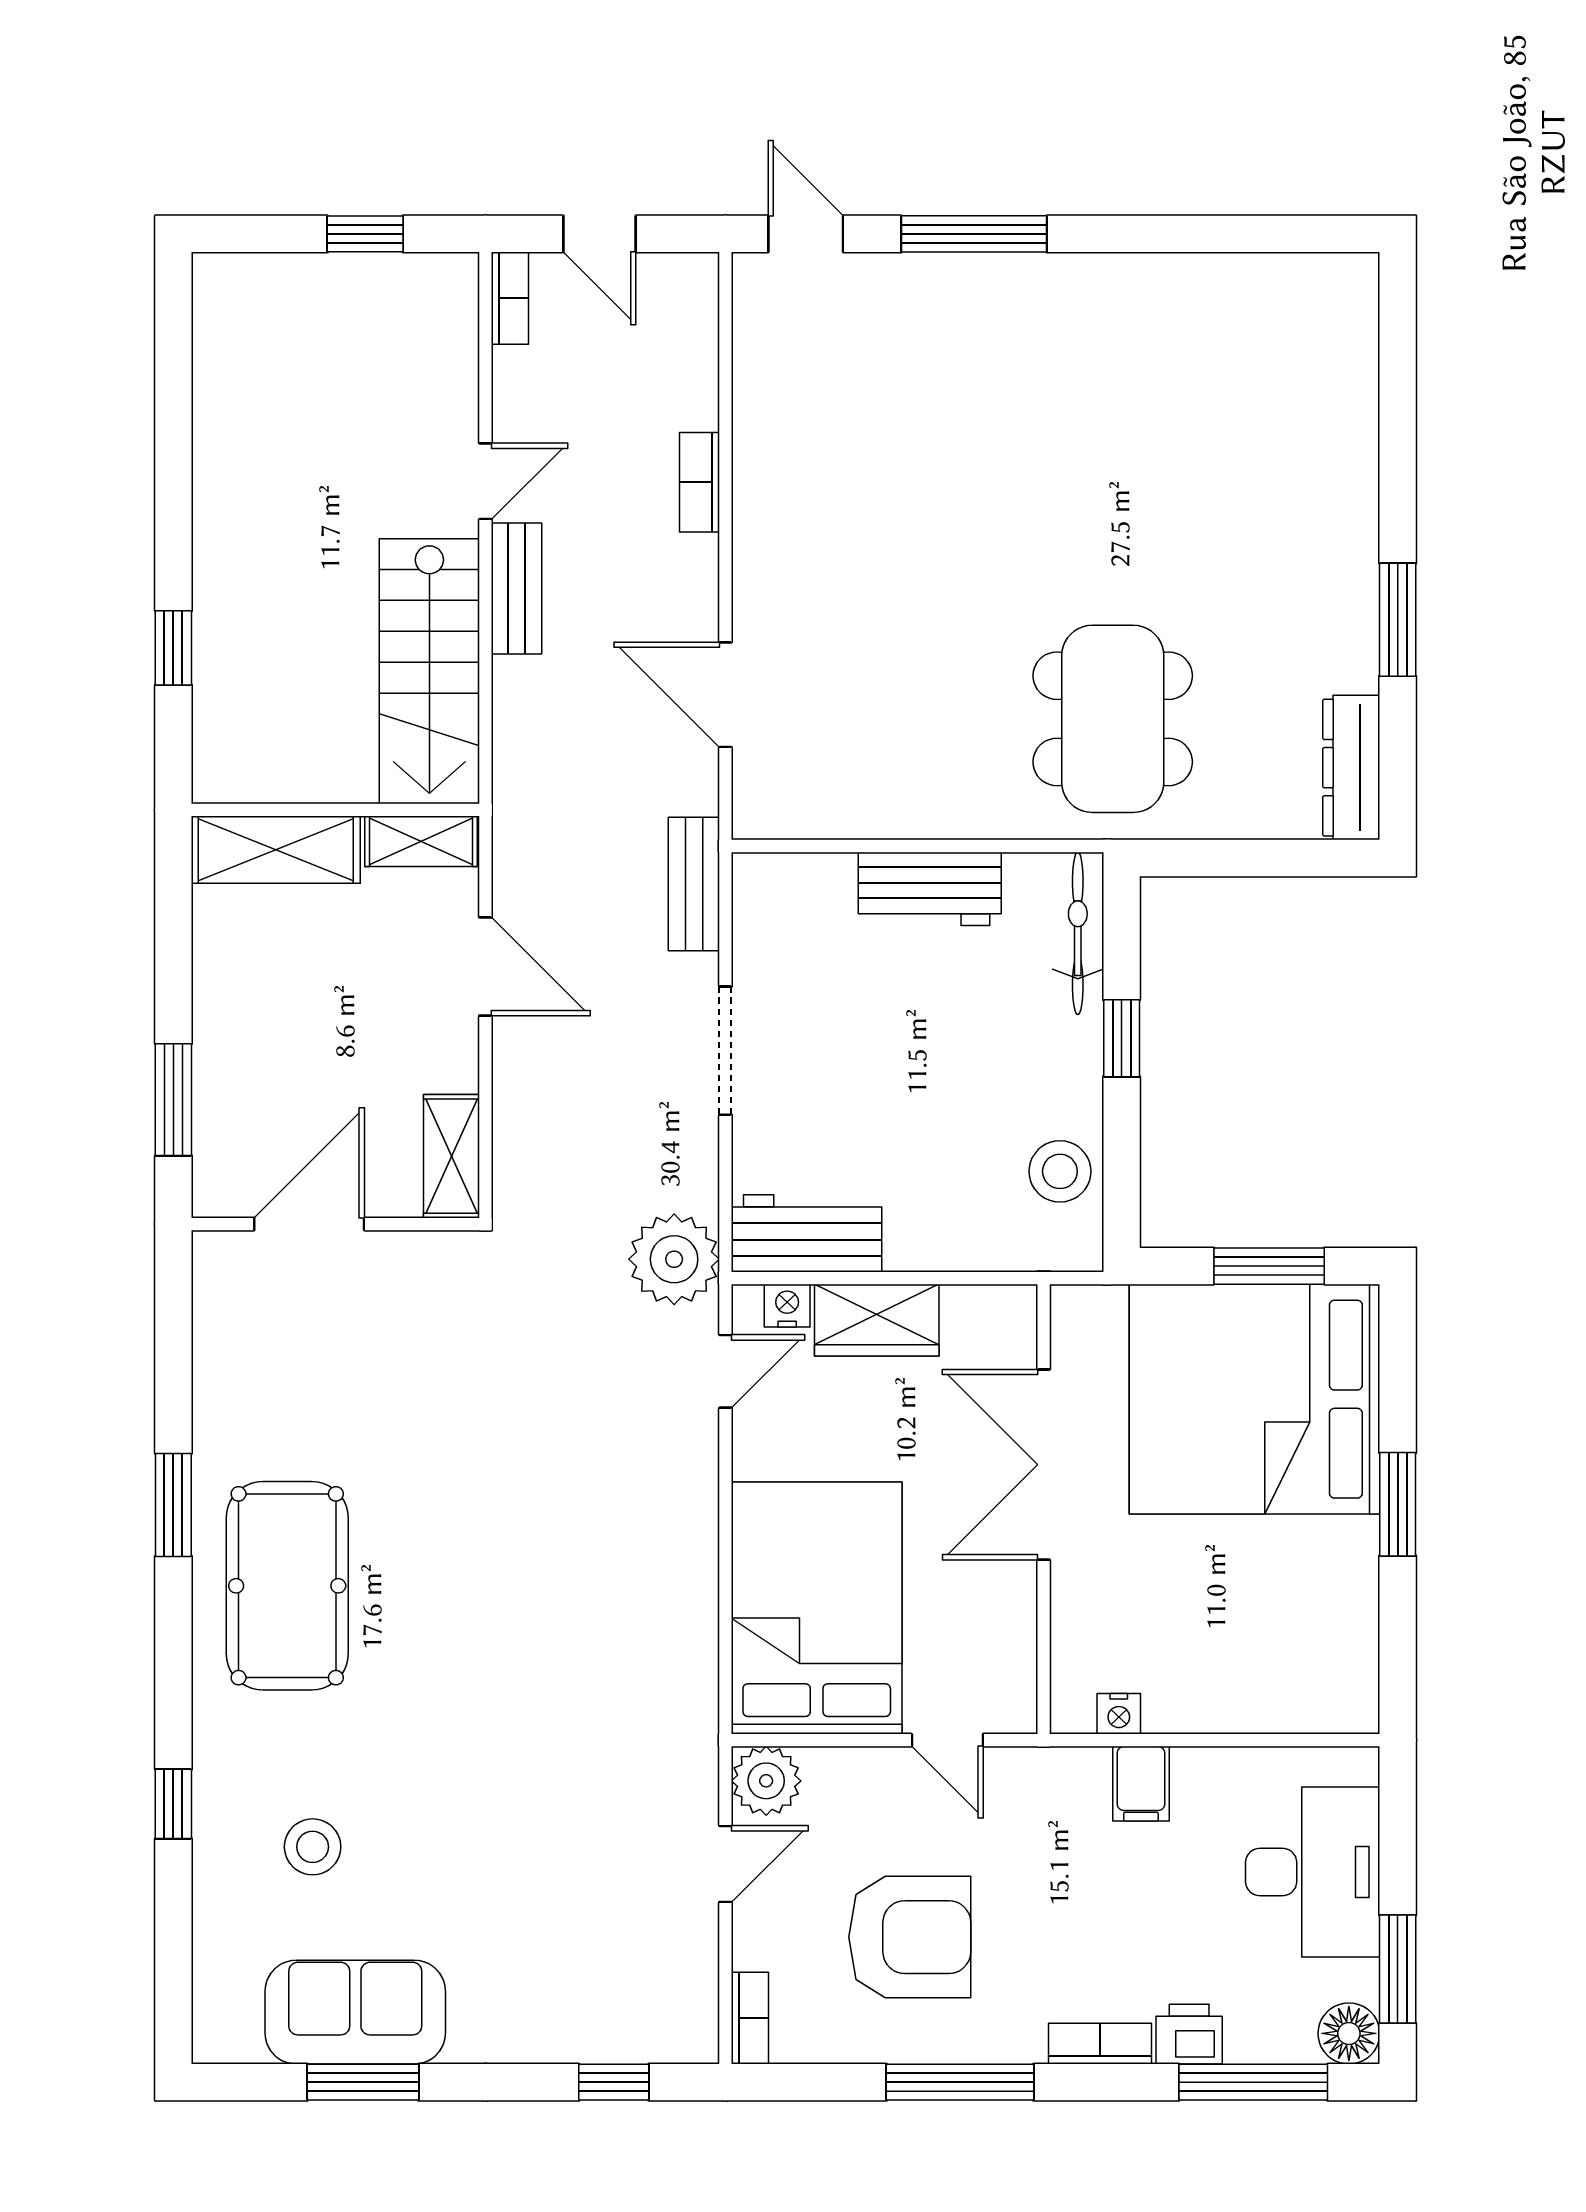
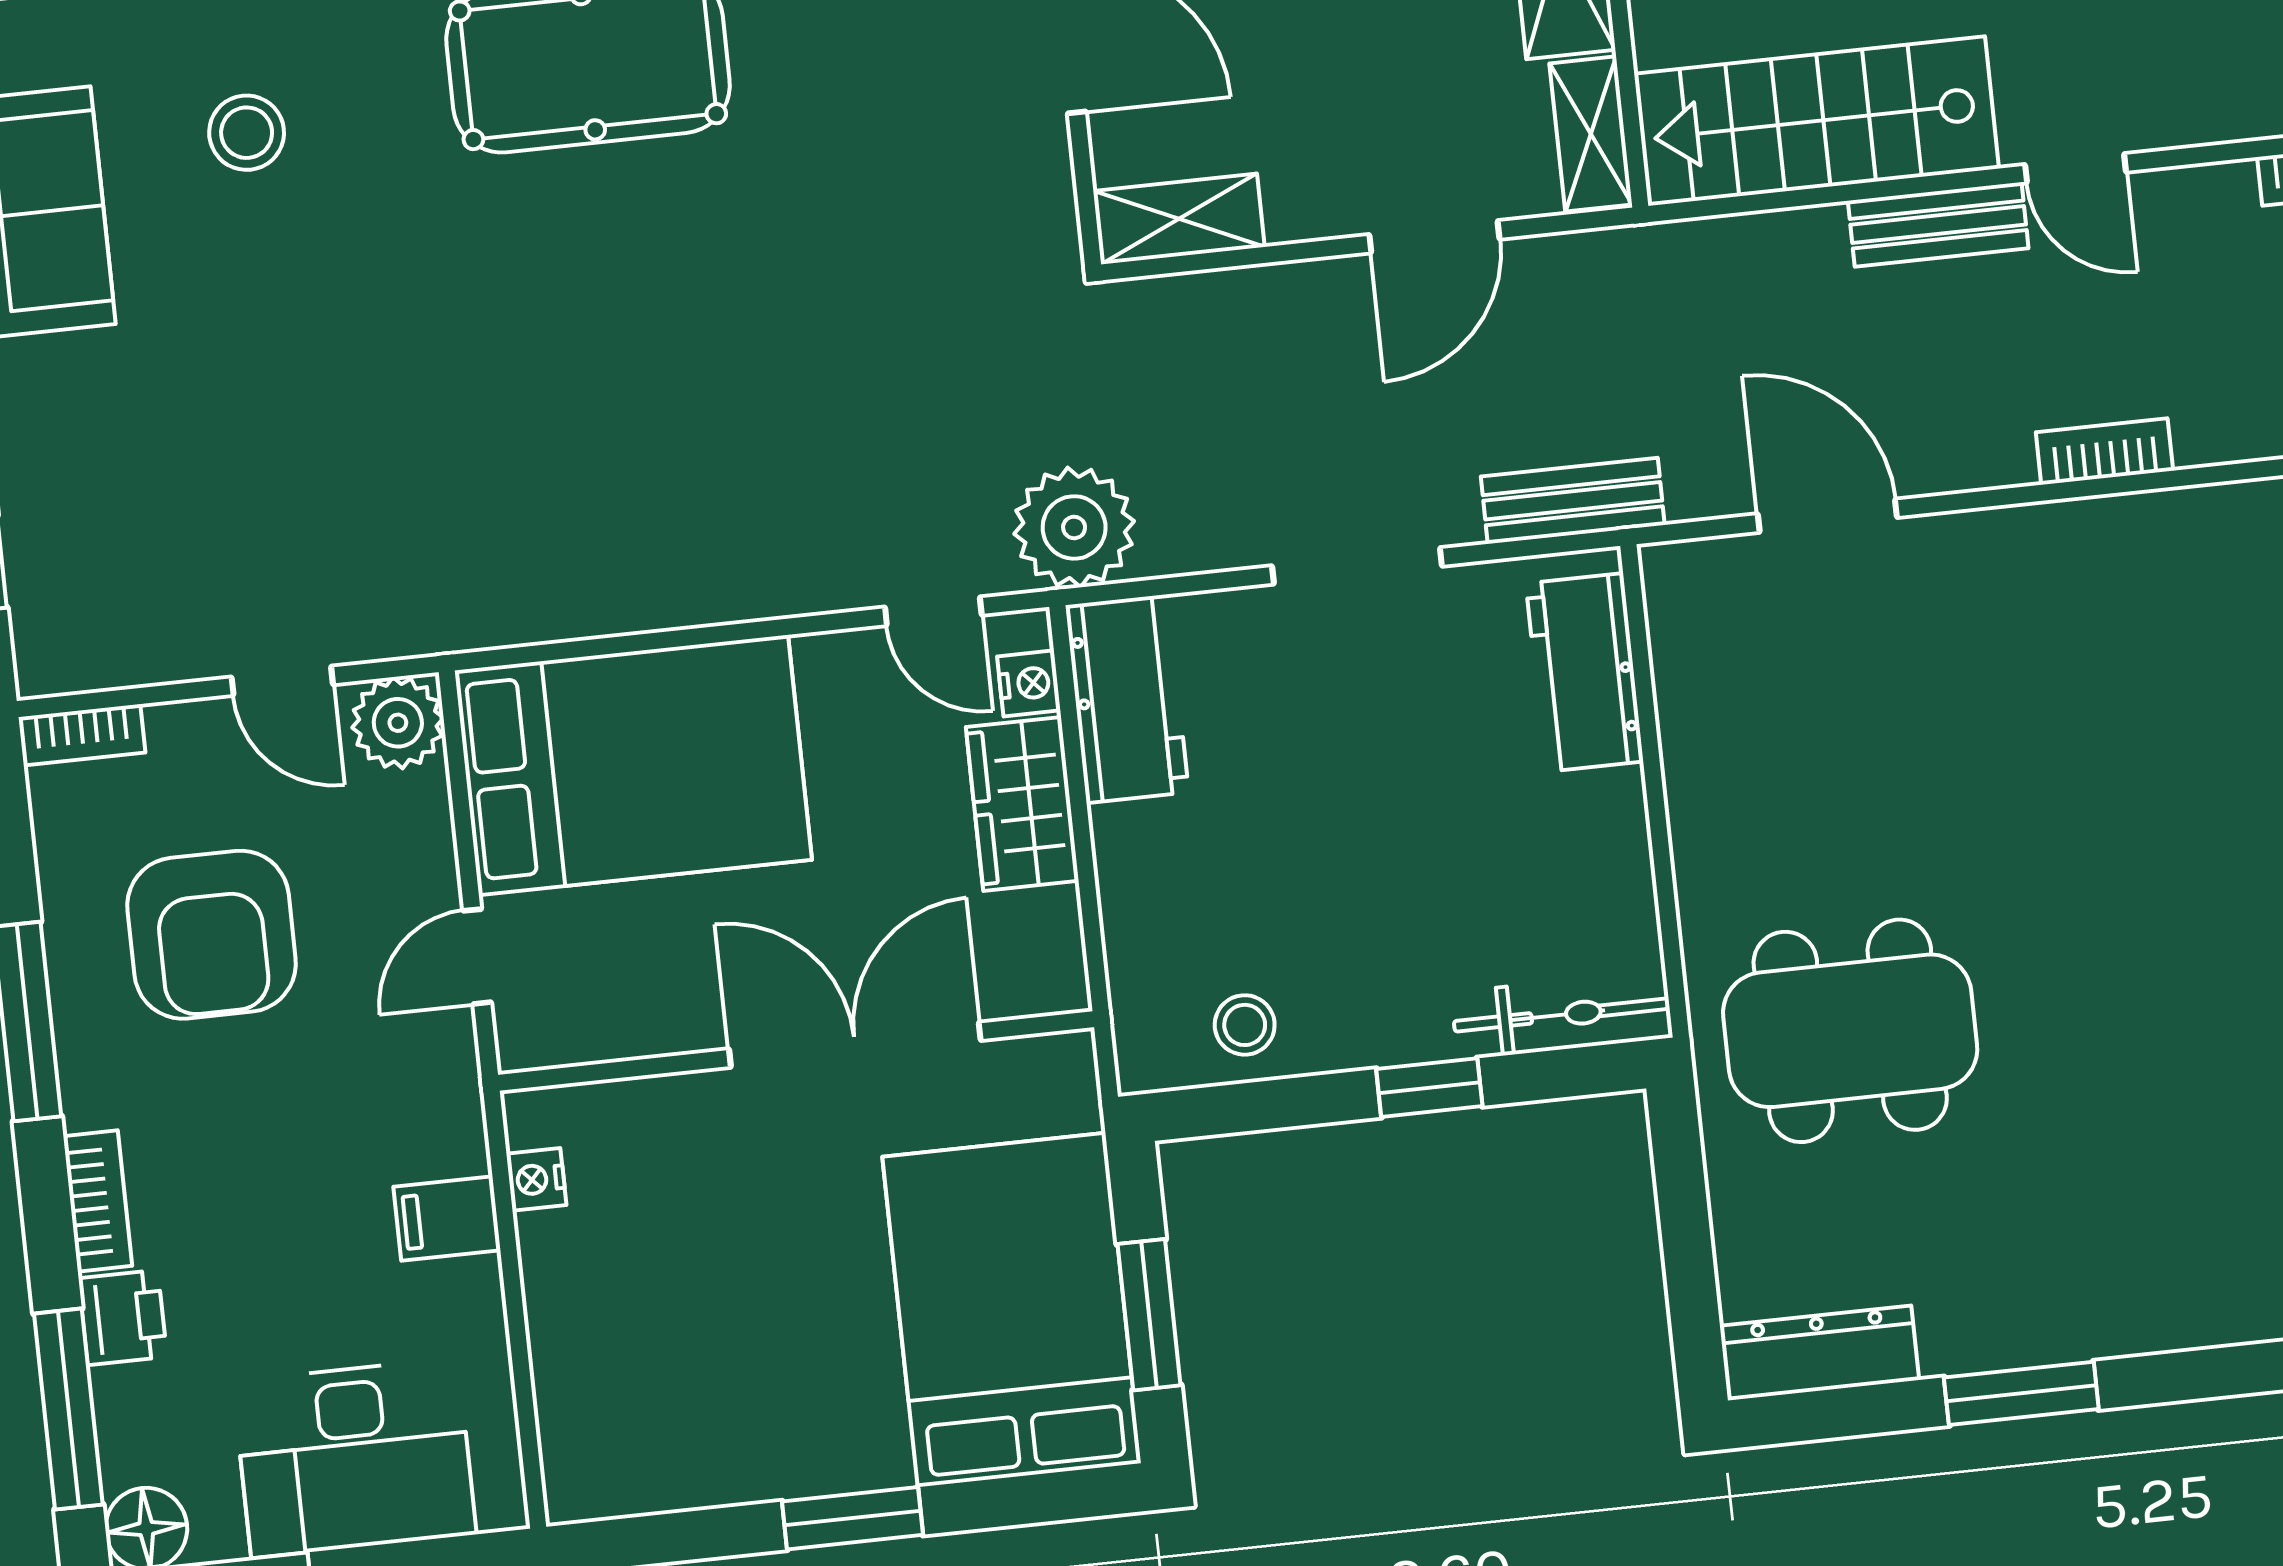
door: (725, 695) -> (1827, 516), hinge flipped
workbench: (930, 889) -> (1585, 672), moved
stool: (1060, 1171) -> (1245, 1025), width x0.73, depth x0.73
bed: (1255, 1399) -> (1012, 1310), width x0.73

